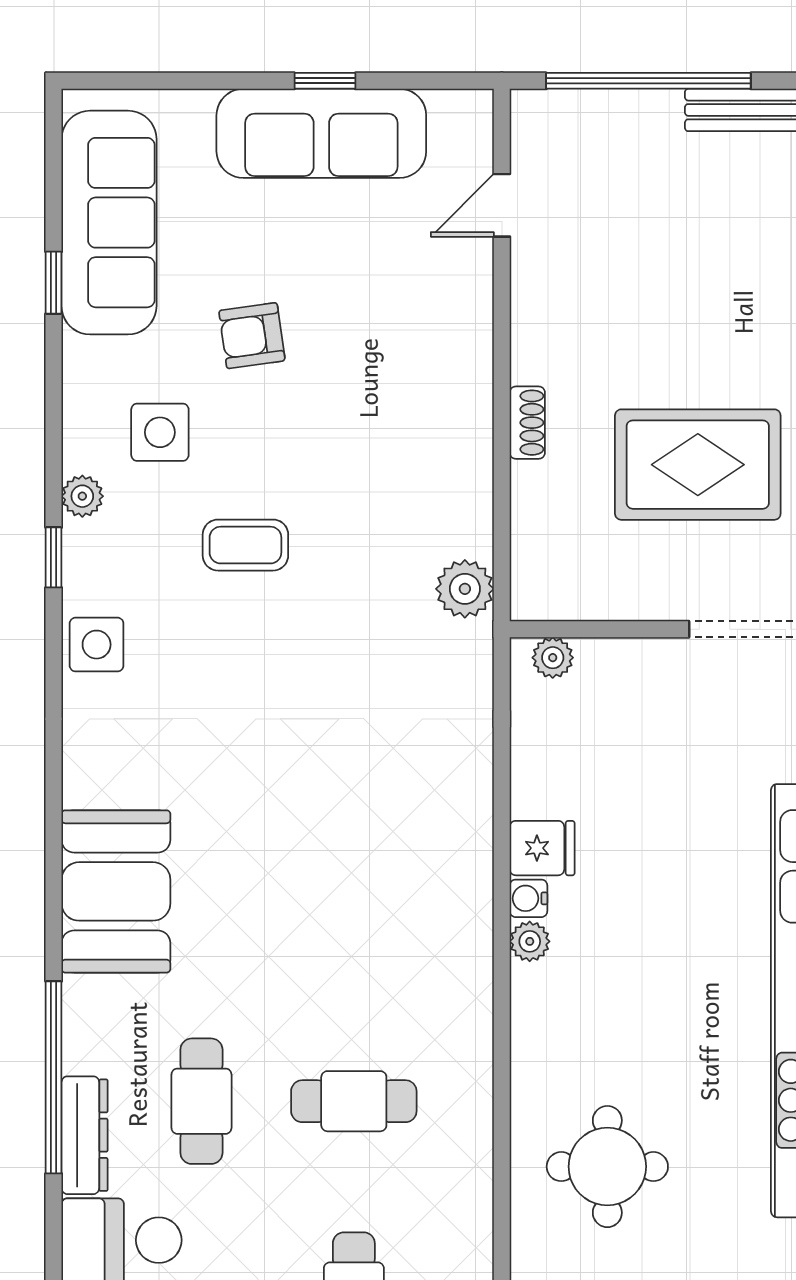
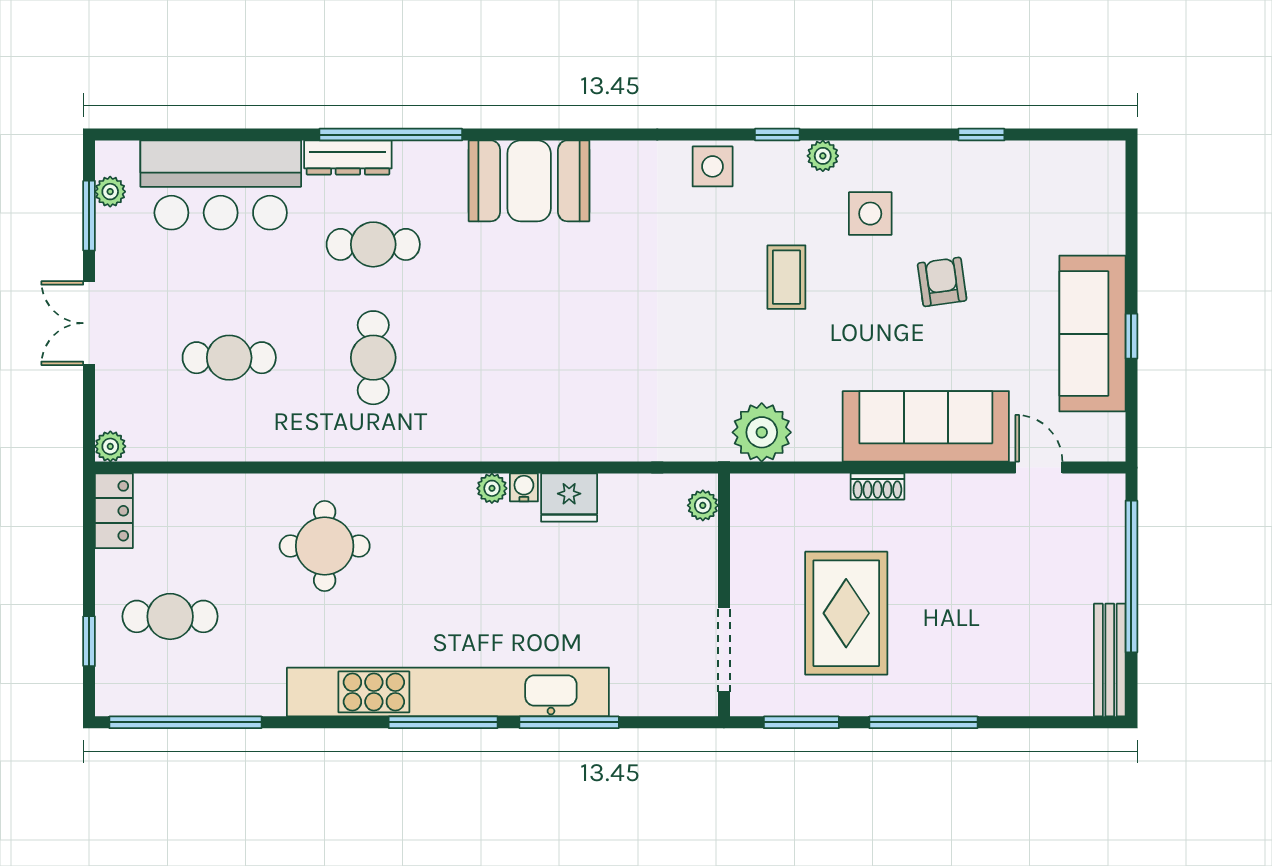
sofa: (109, 223) -> (926, 426), moved, turned 180
plant: (465, 589) -> (762, 432), width x1.36, depth x1.36
fridge: (542, 848) -> (569, 498), width x1.38

